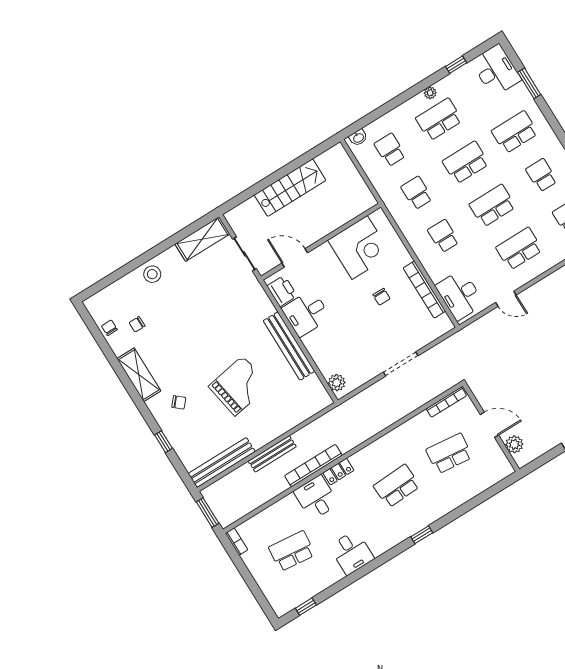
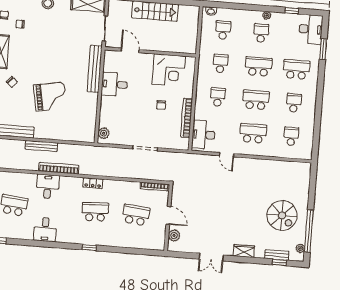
school desk: (439, 119) -> (261, 33), width x0.54
printer: (282, 291) -> (110, 63), removed
bench: (289, 346) -> (95, 69), moved
locker: (338, 472) -> (93, 183), moved

